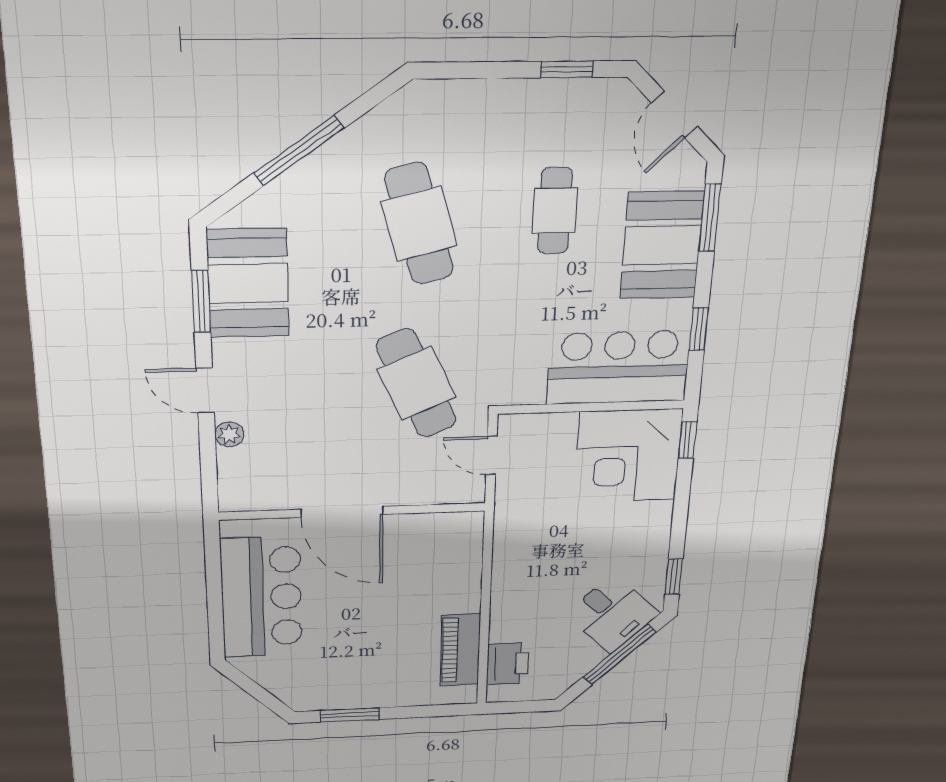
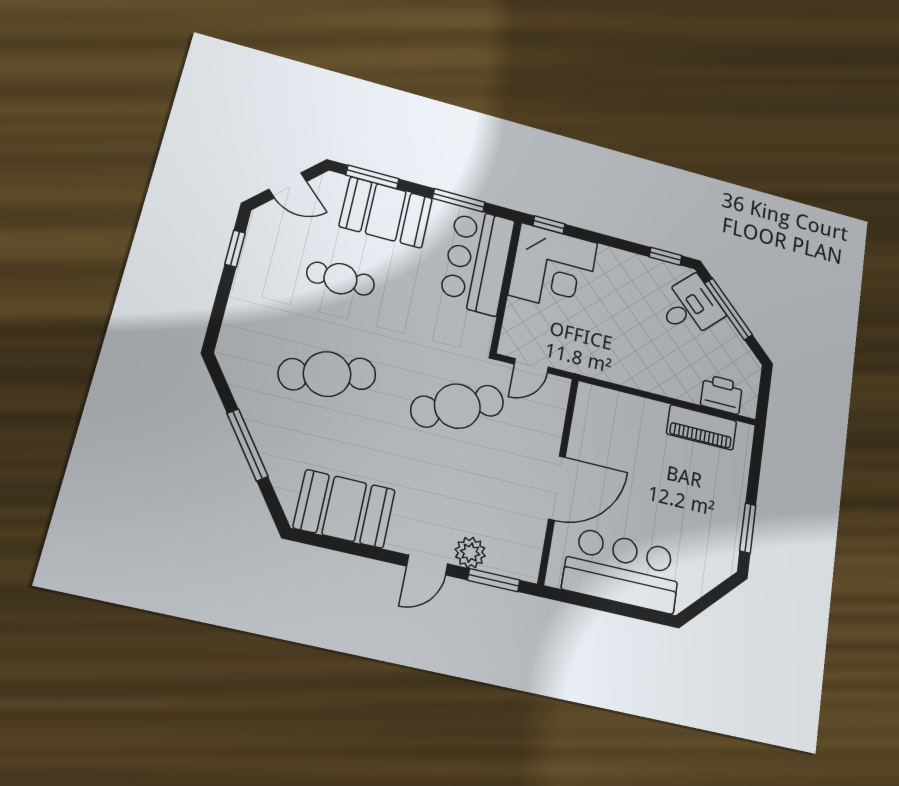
window: (201, 301) -> (494, 580), moved
window: (699, 329) -> (459, 200), width x1.50
plant: (229, 434) -> (470, 553), width x1.38, depth x1.38

